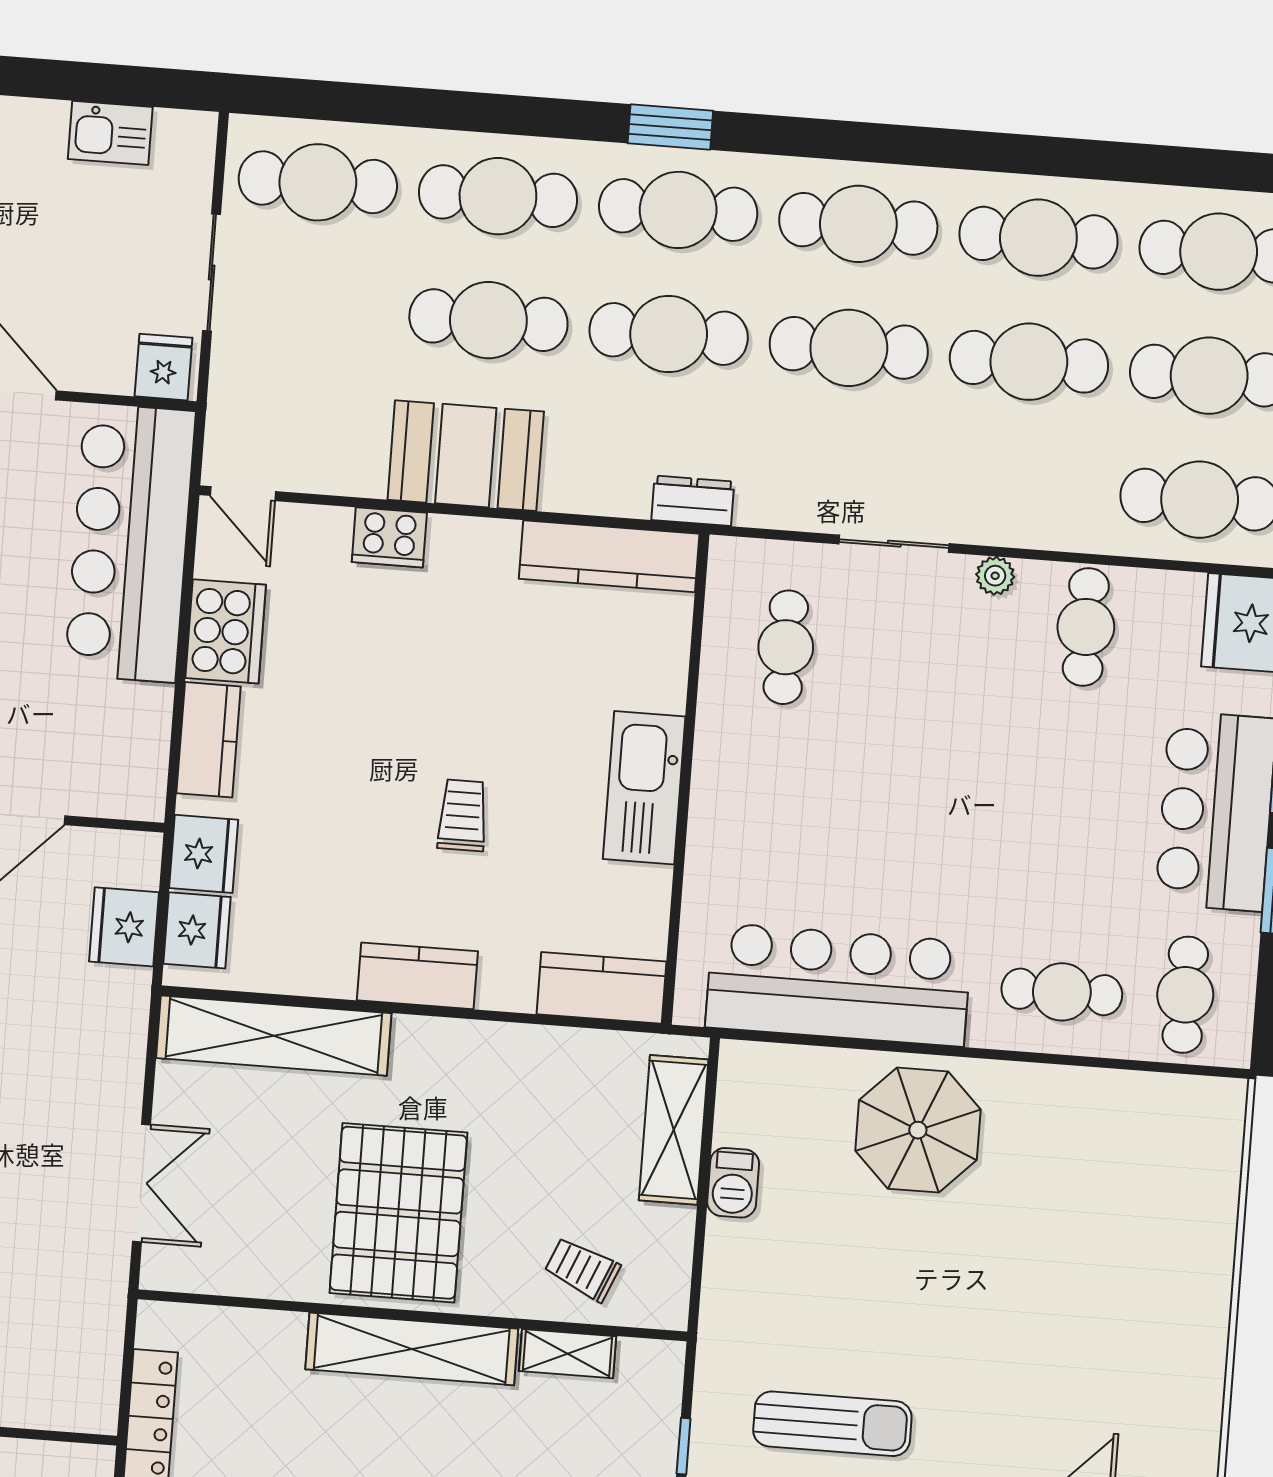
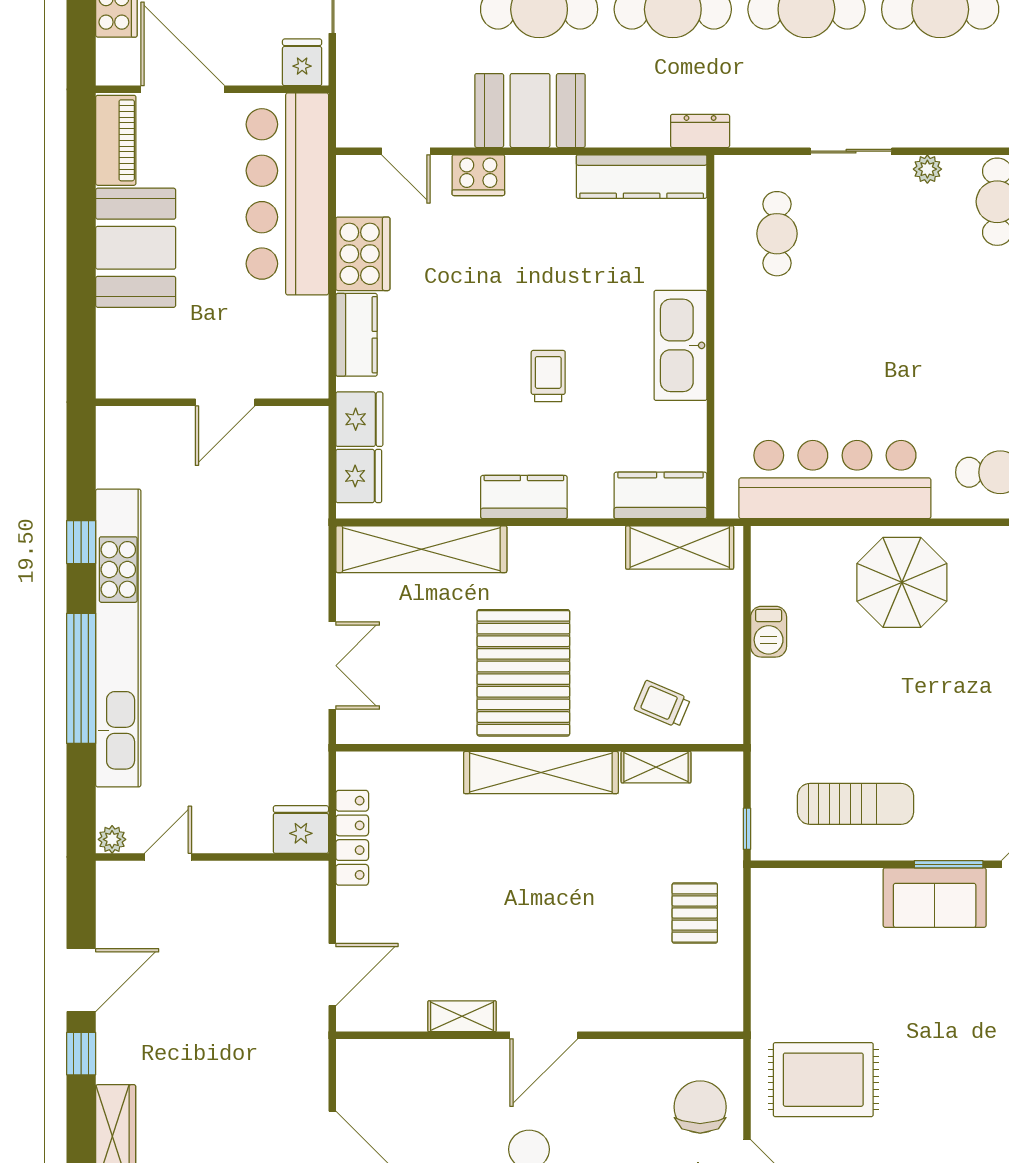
door: (243, 494) -> (406, 151), moved
fridge: (124, 927) -> (301, 830), moved, turned 90
shelving: (674, 1130) -> (680, 547), moved, turned 90

